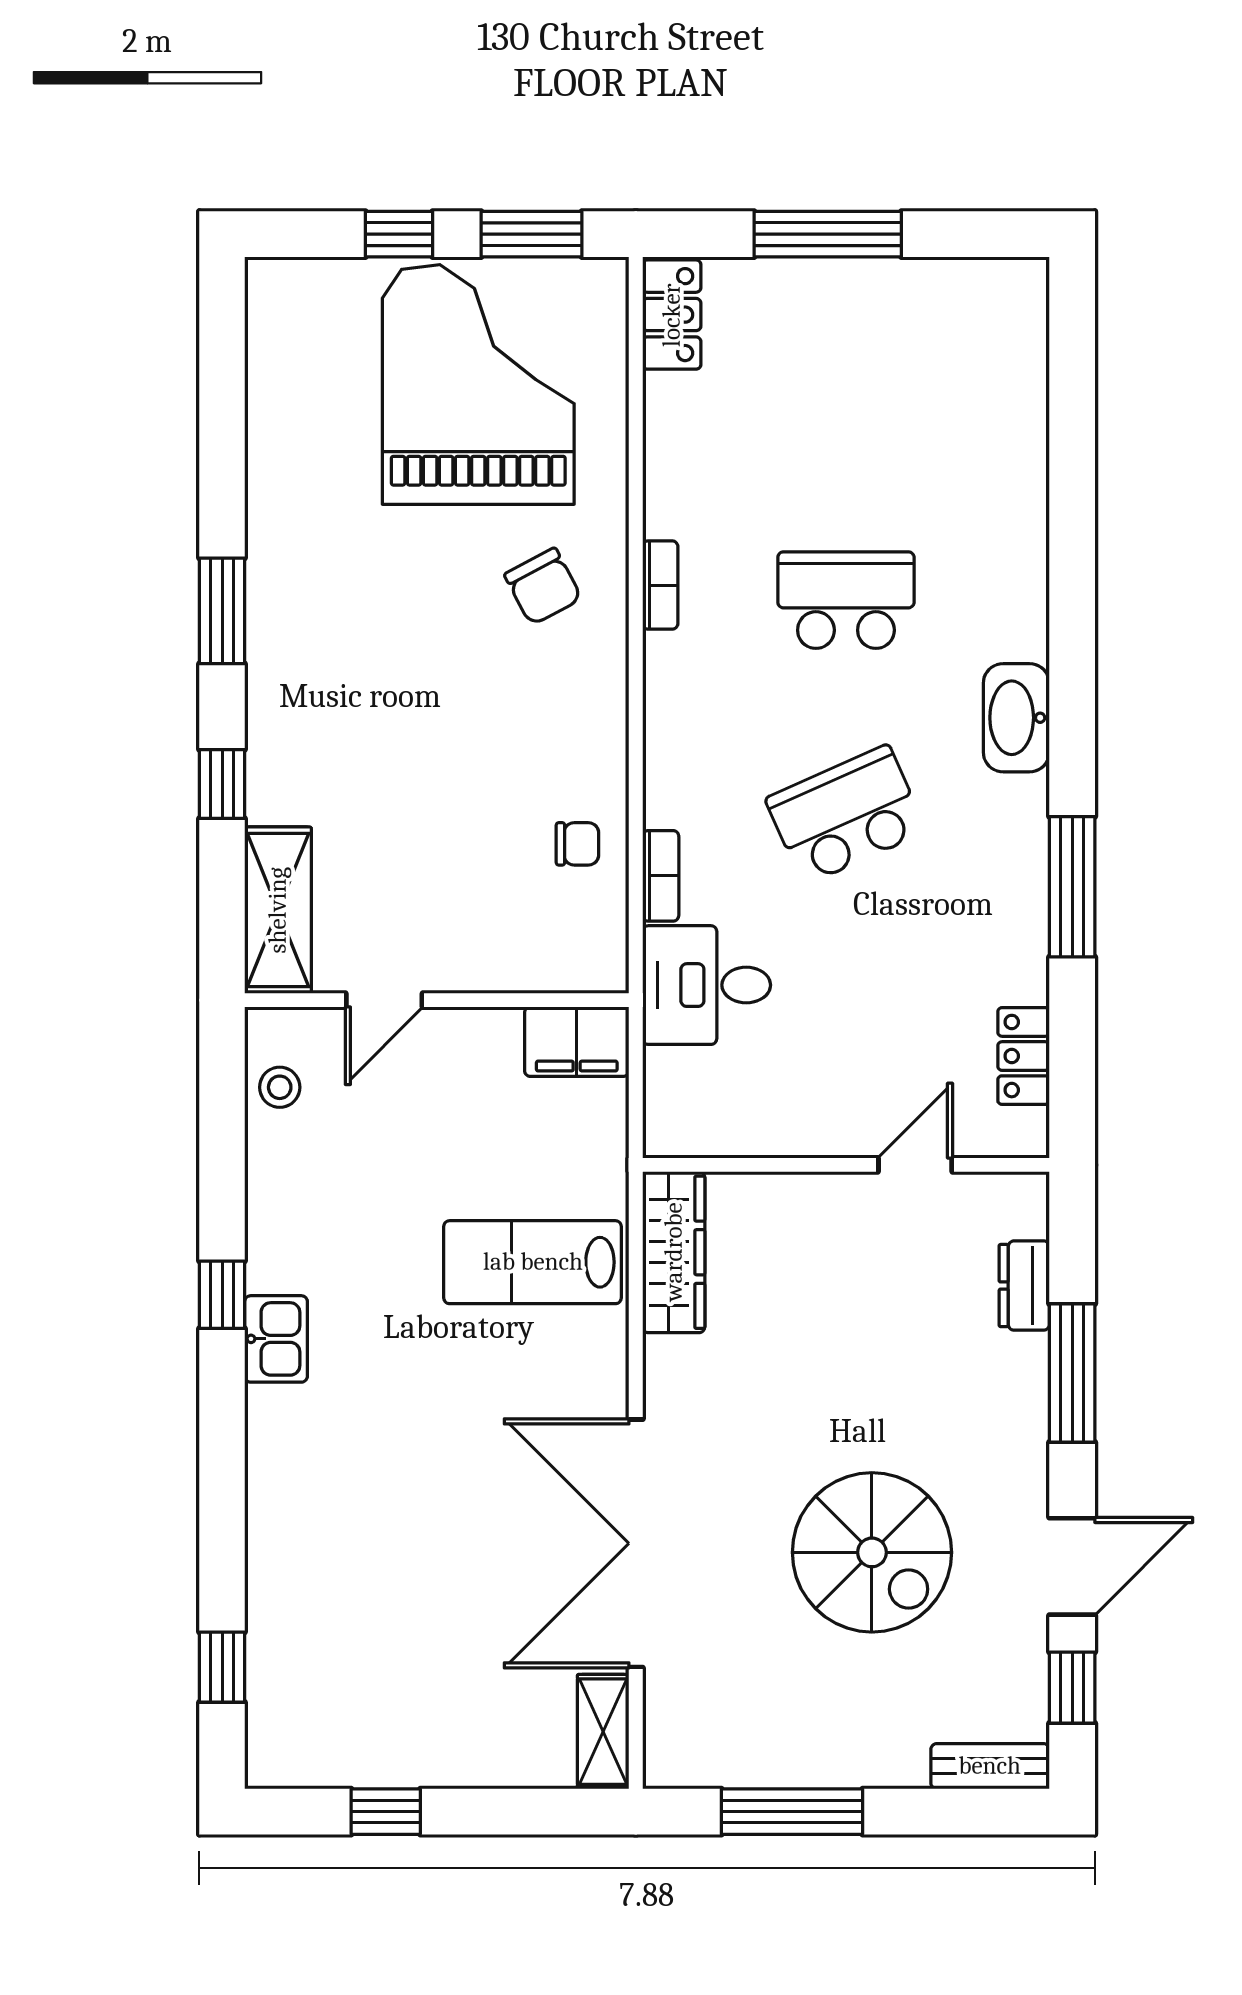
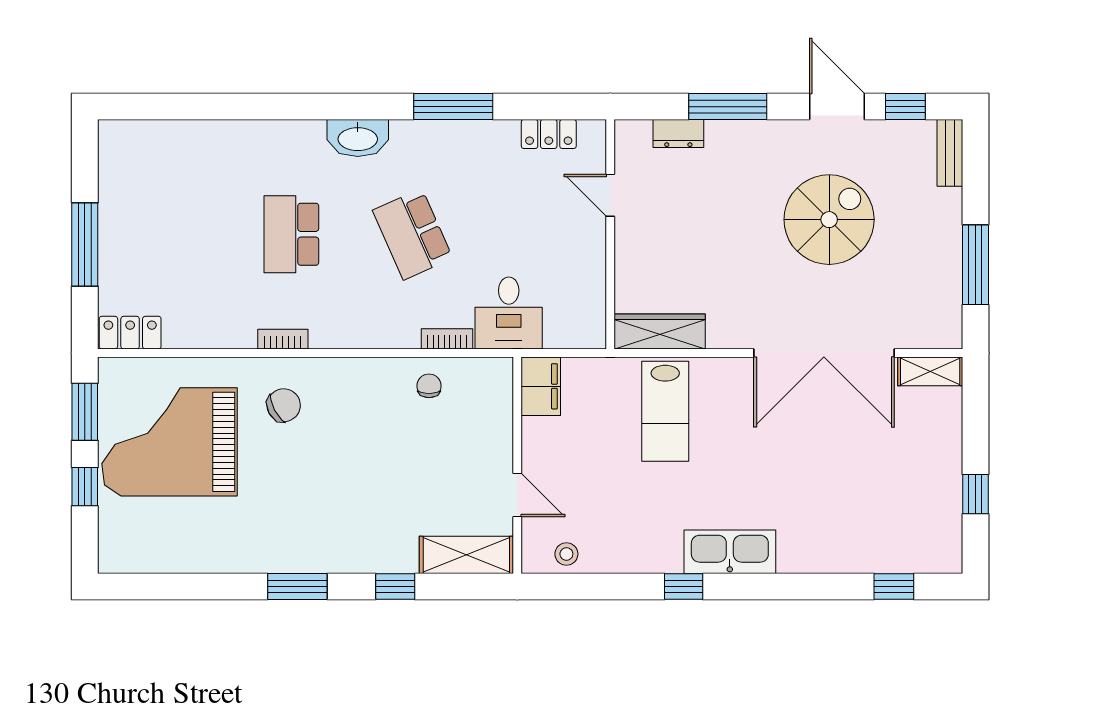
kitchen sink: (276, 1339) -> (730, 552), width x1.88, depth x1.24

